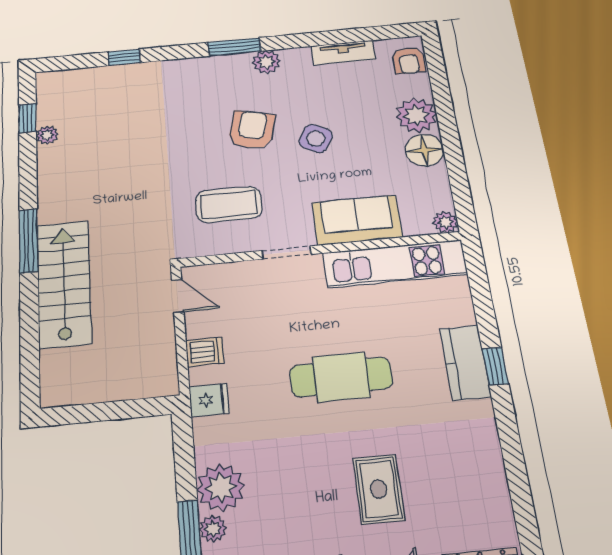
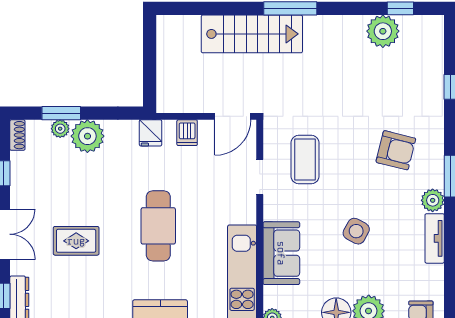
tv unit: (343, 53) -> (435, 238), moved
armchair: (252, 130) -> (396, 150), moved
plant: (47, 135) -> (383, 31), width x1.88, depth x1.88
doorway: (286, 253) -> (260, 177), moved
door: (178, 296) -> (233, 116), width x1.38

